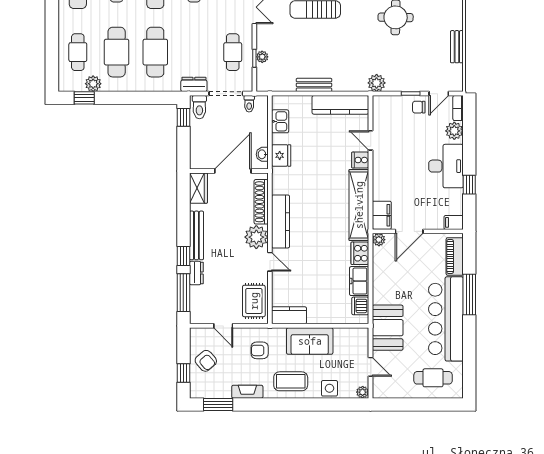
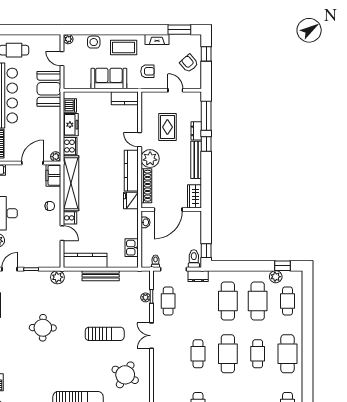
bench: (314, 85) -> (101, 276), width x1.36
chair: (419, 107) -> (50, 206), moved
fridge: (281, 155) -> (131, 200), moved
rug: (254, 301) -> (167, 127), moved

